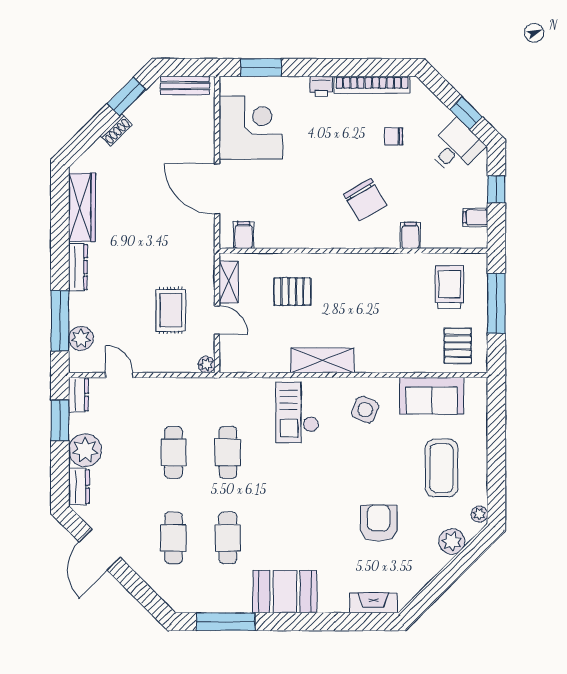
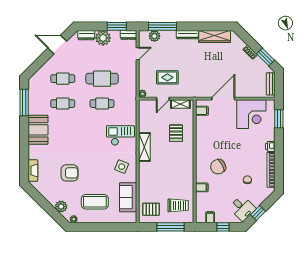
cafe table: (174, 452) -> (102, 79), width x1.37, depth x1.35

